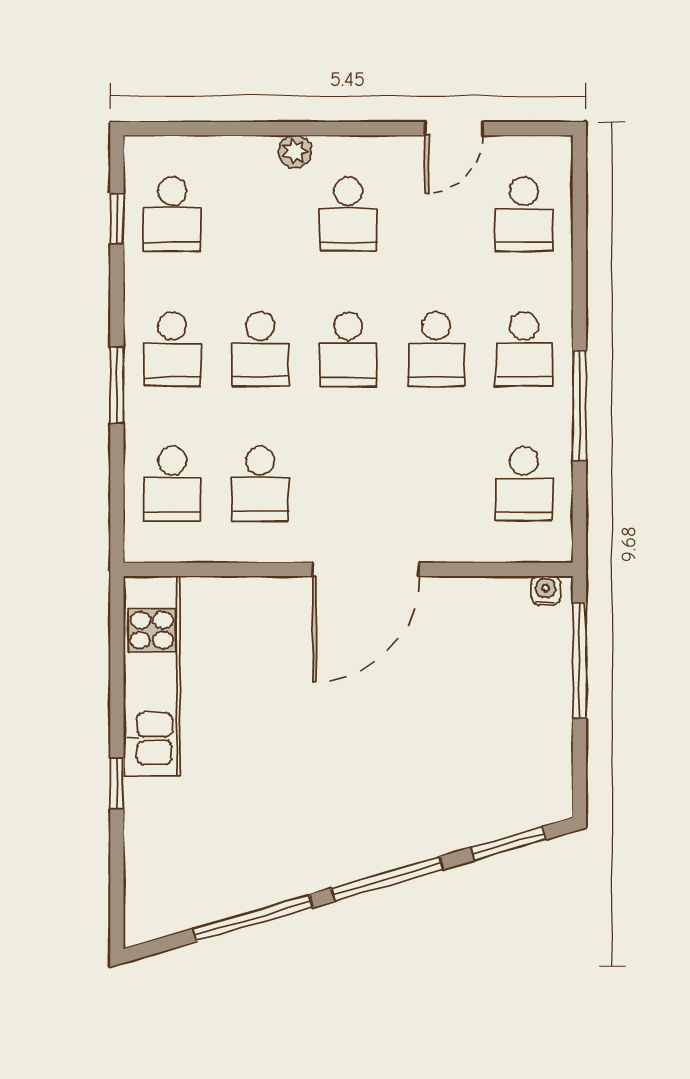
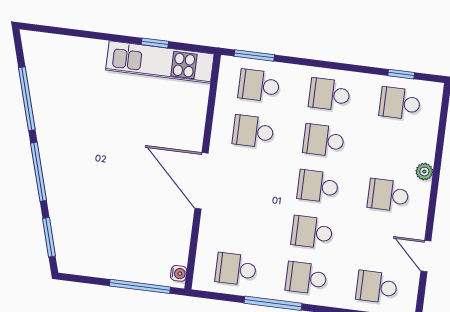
window: (117, 385) -> (254, 56), moved
window: (117, 784) -> (155, 43), moved

